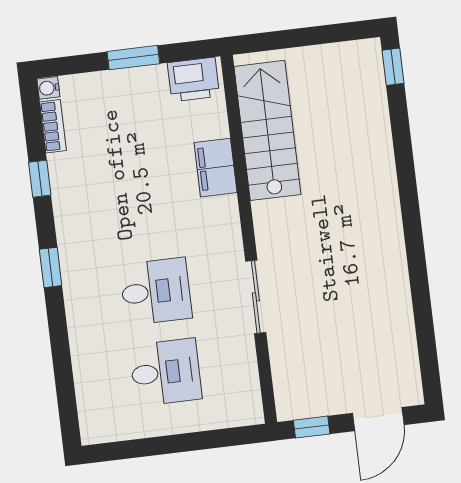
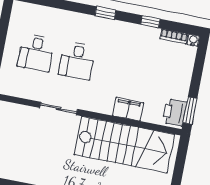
window: (133, 58) -> (190, 111), moved
stairs: (267, 130) -> (124, 145), width x1.36, depth x1.51

